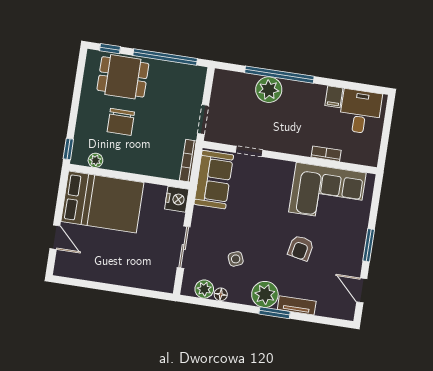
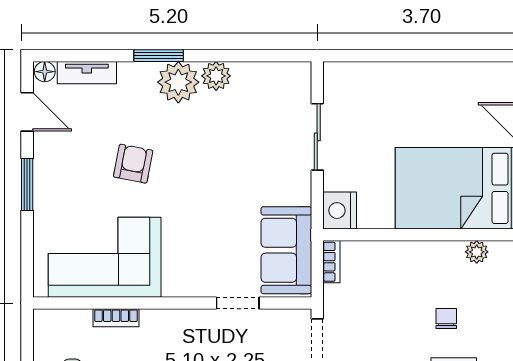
chair: (121, 122) -> (446, 319), width x0.54, depth x0.54
bookcase: (188, 161) -> (331, 262), width x0.64
side table: (236, 259) -> (233, 131), removed
plant: (204, 289) -> (216, 76), moved
floor lamp: (221, 294) -> (45, 72), moved
tv unit: (297, 305) -> (87, 73), moved

